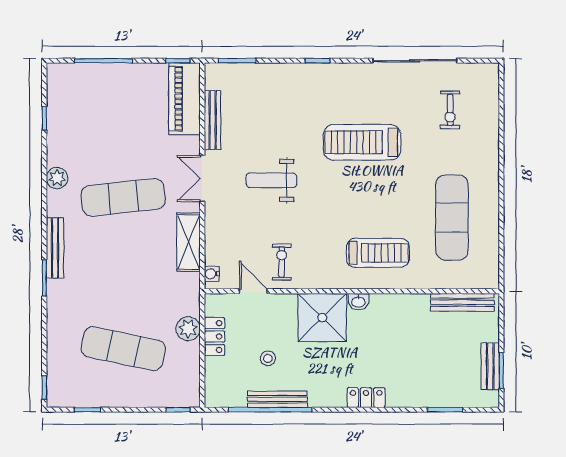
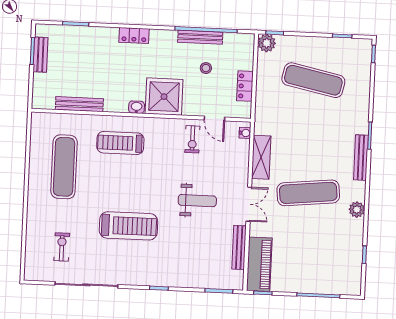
bench: (462, 302) -> (79, 104), moved
plant: (188, 329) -> (267, 43), moved

